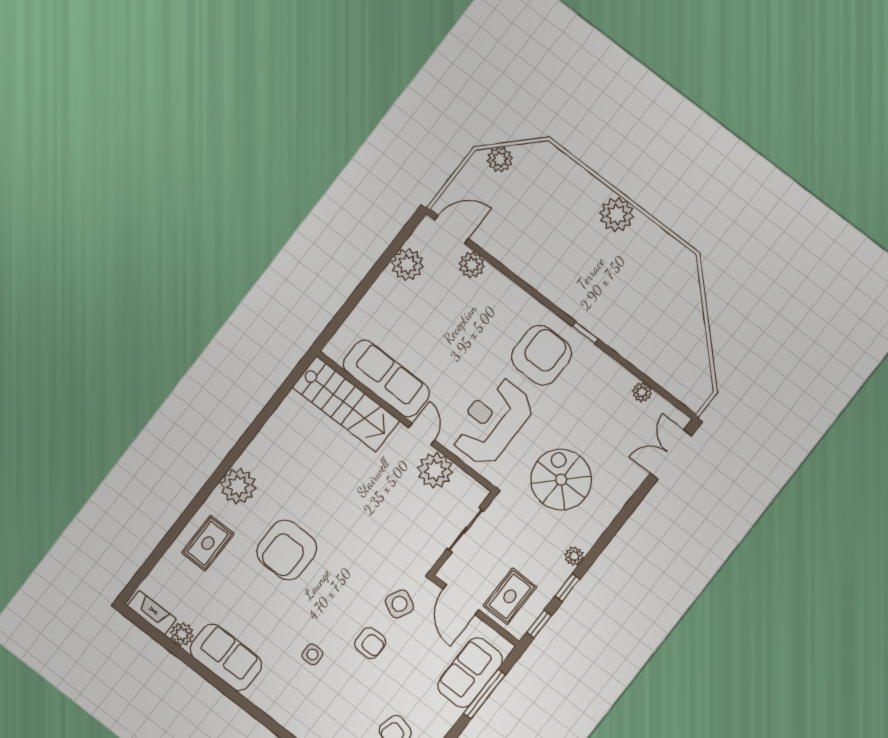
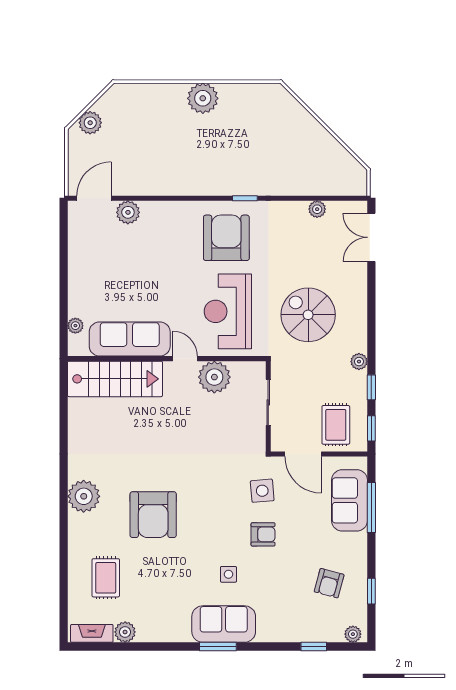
plant: (407, 264) -> (75, 326), moved, width x0.53, depth x0.53
rug: (208, 543) -> (106, 578), moved
side table: (399, 604) -> (262, 491), turned -32
sofa: (226, 657) -> (224, 624), moved
window: (254, 711) -> (218, 646), added

